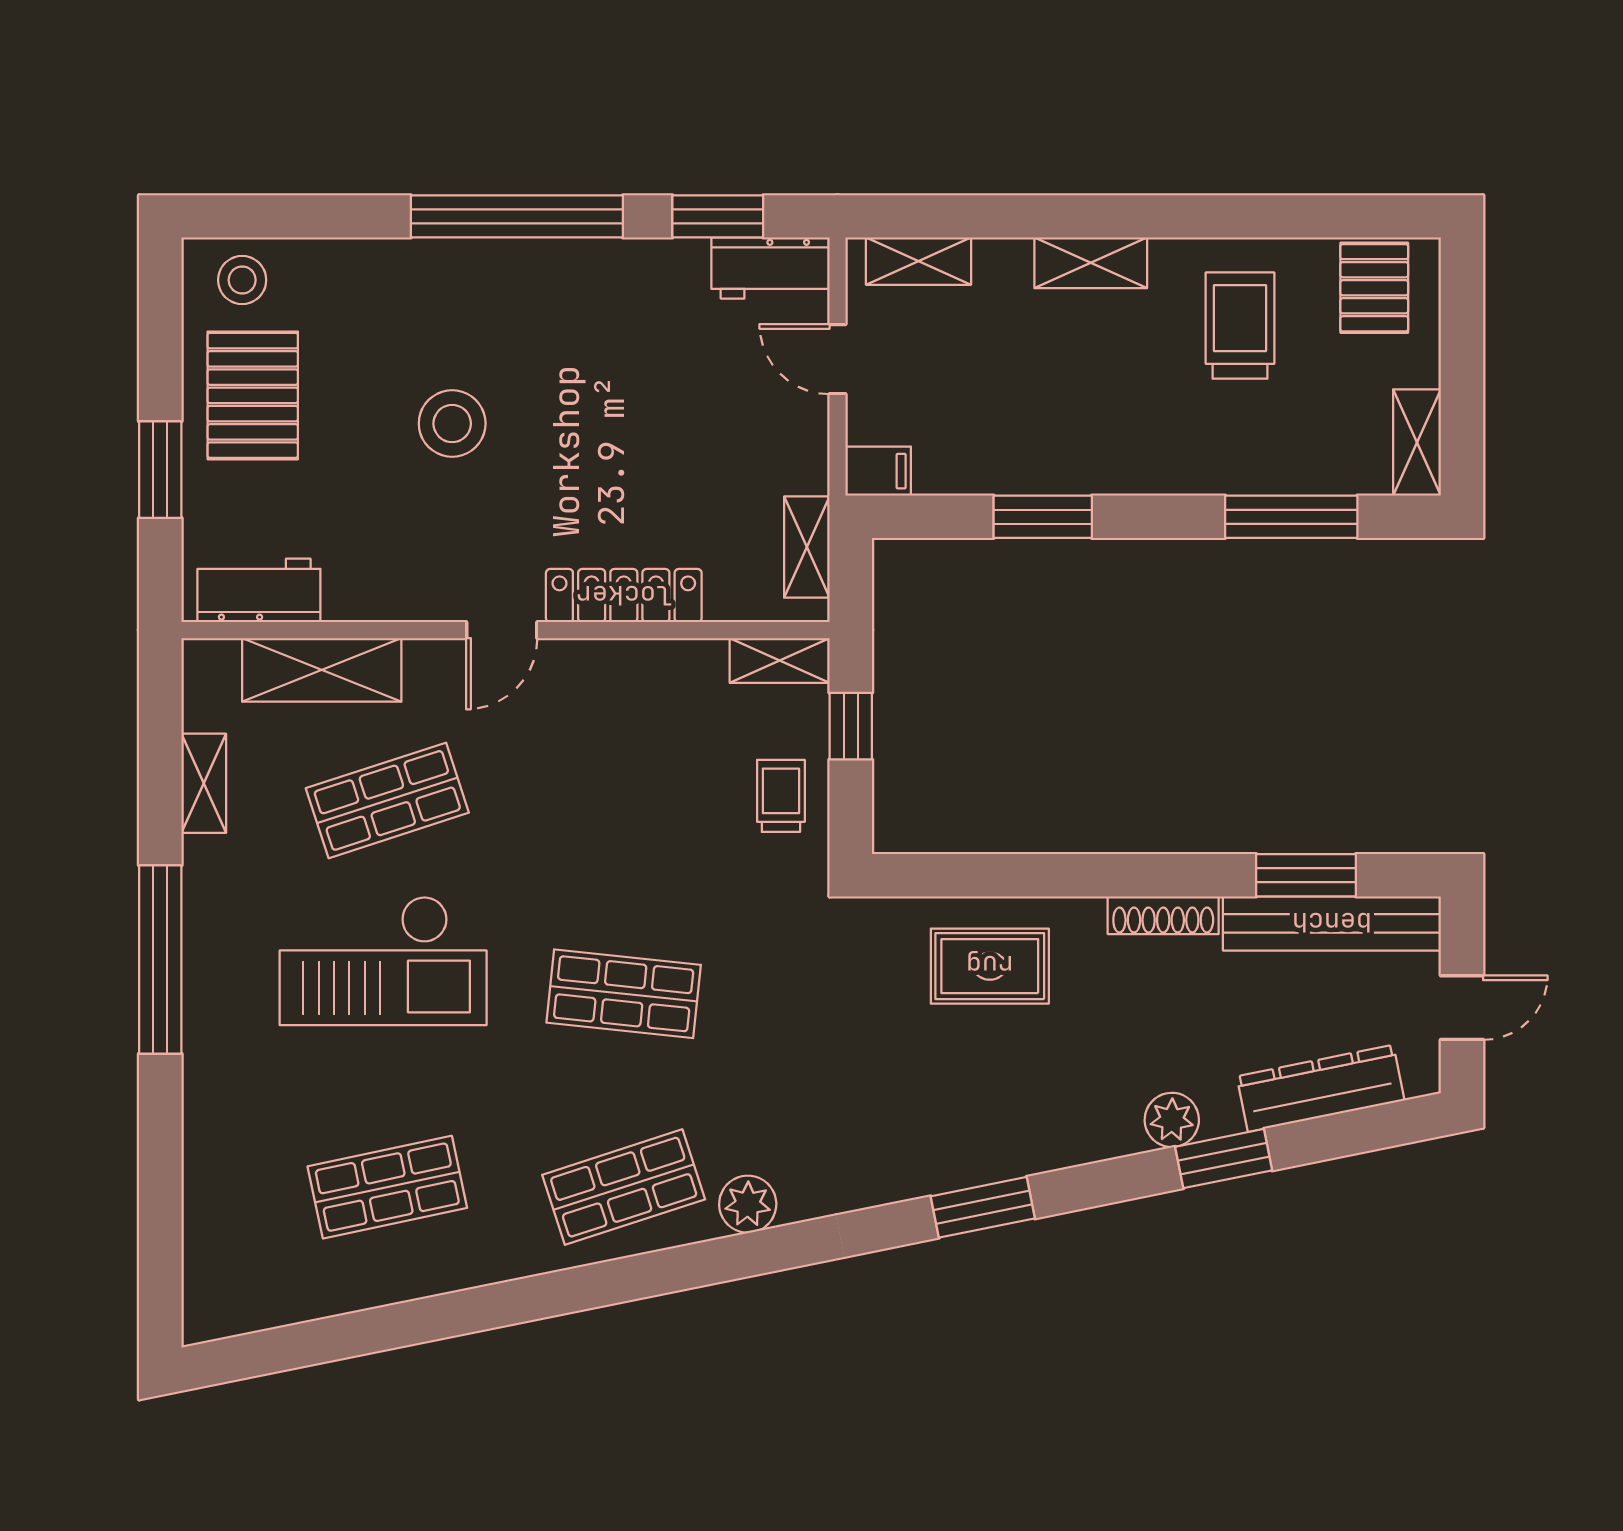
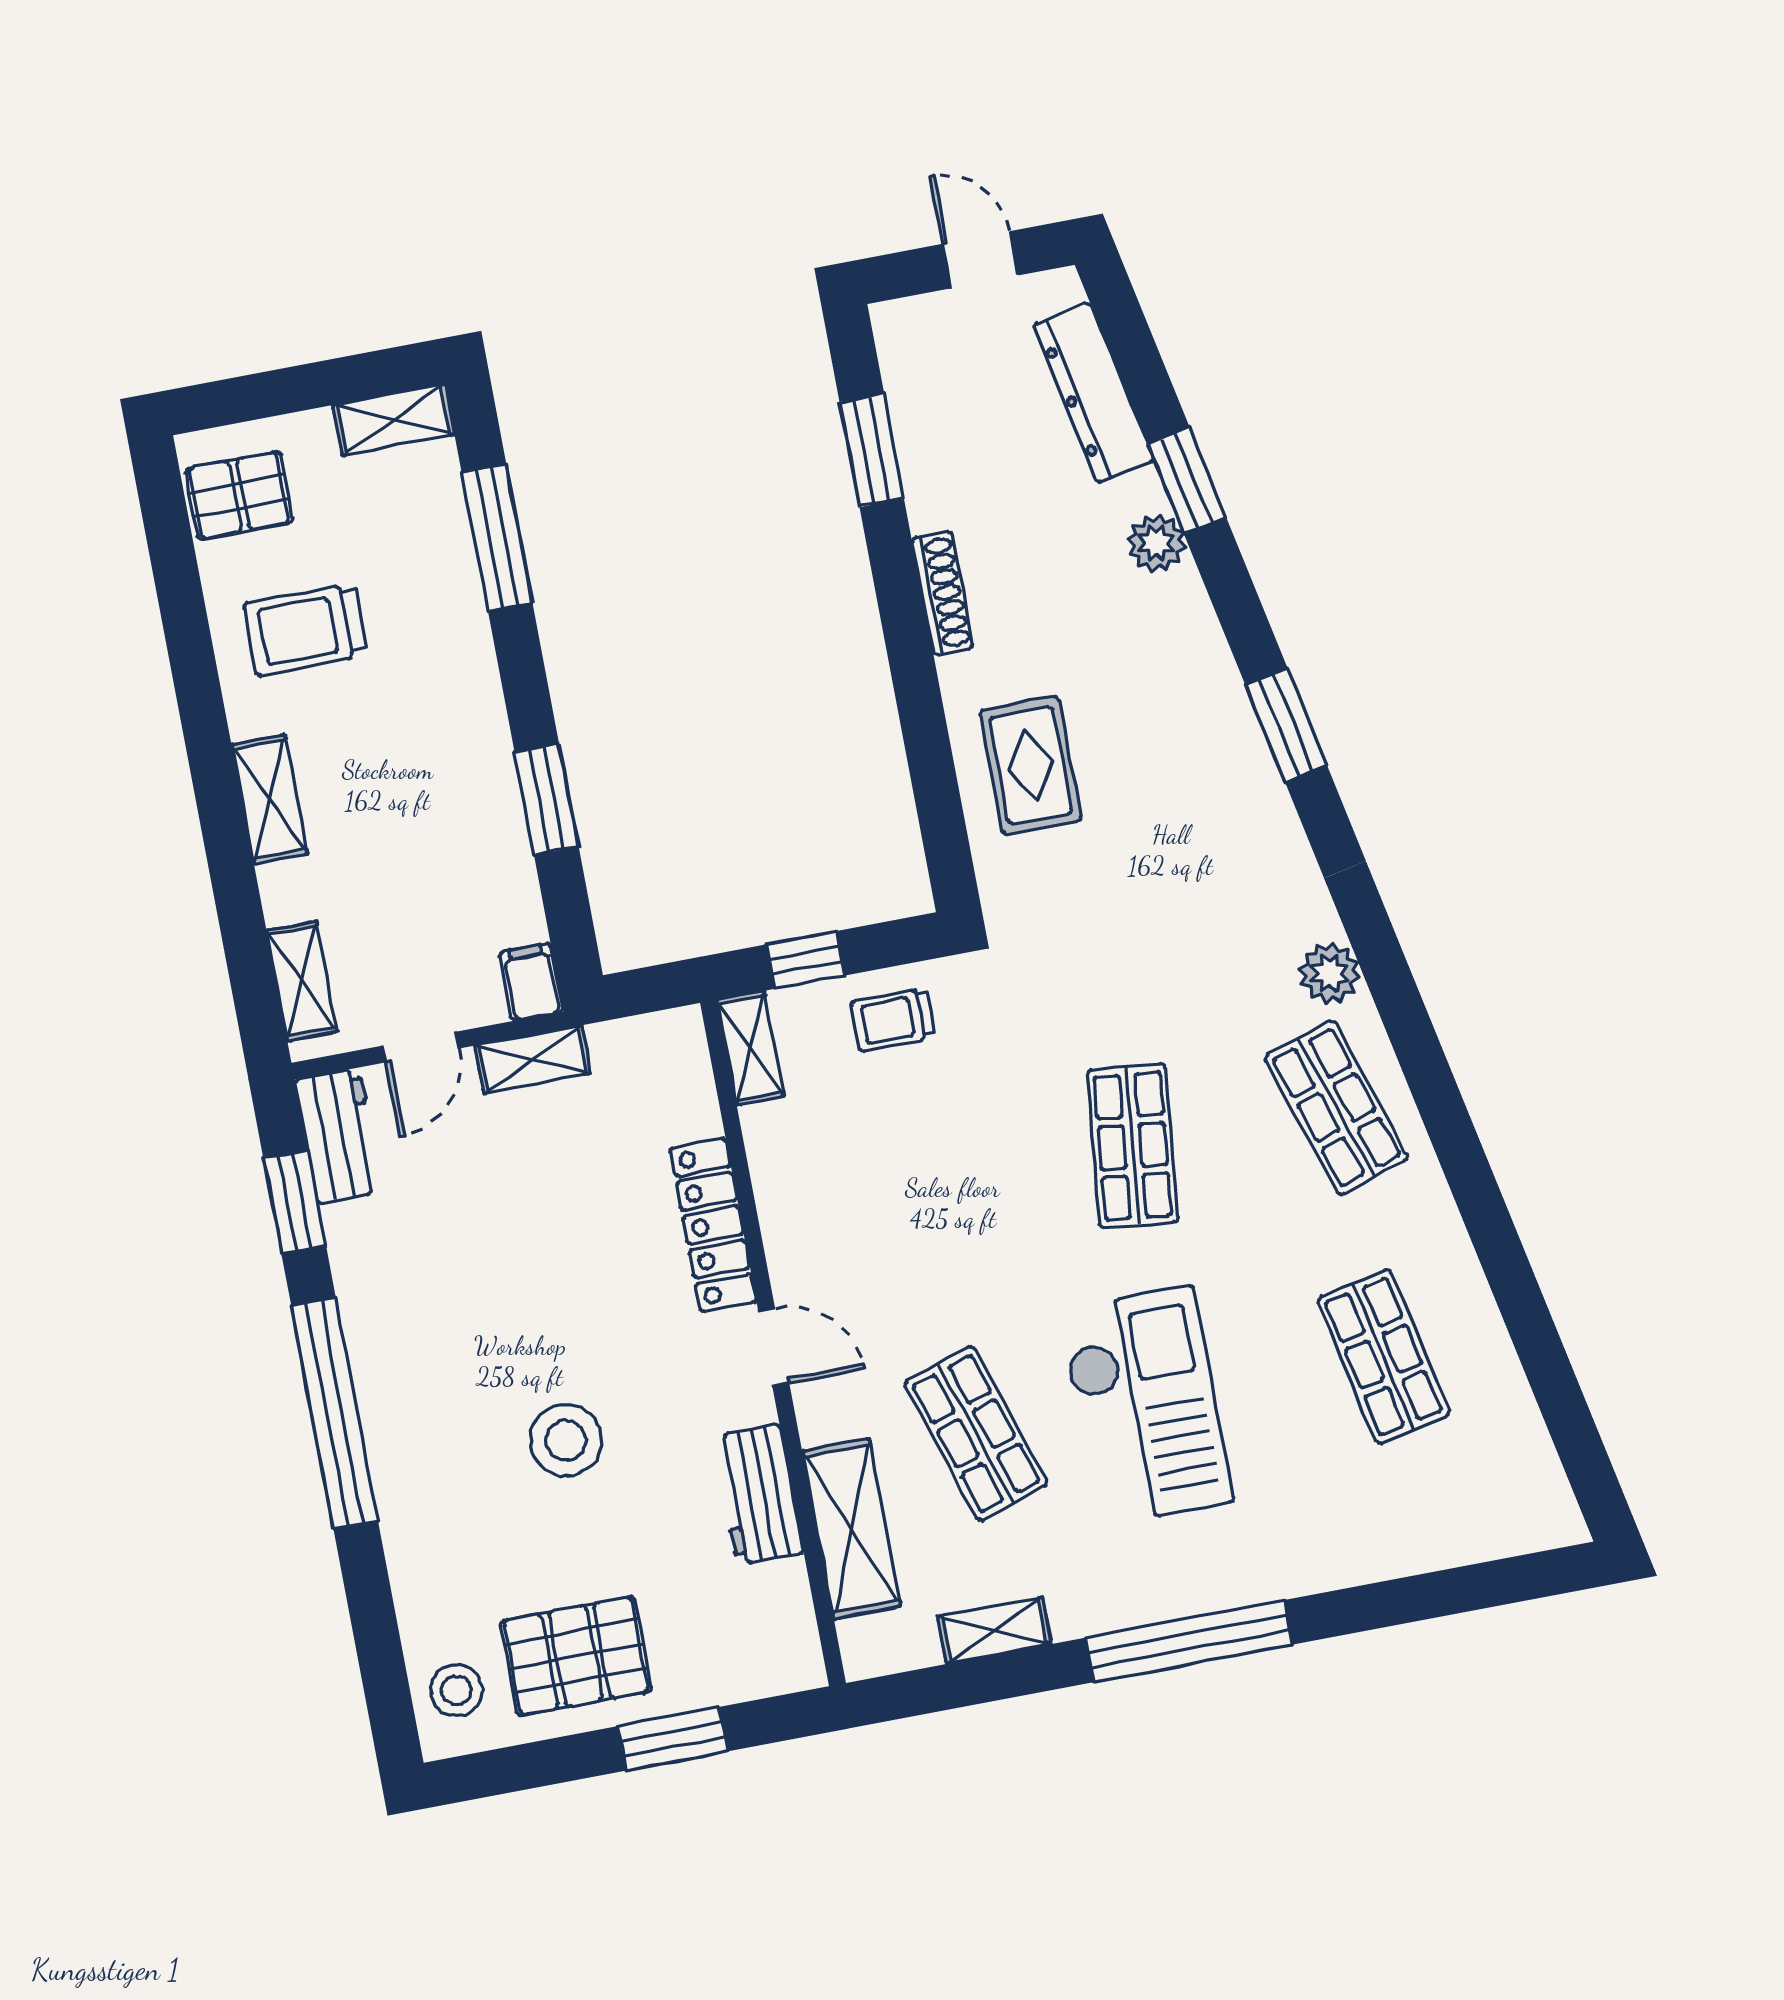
shelving: (807, 547) -> (533, 1059), moved
workbench: (259, 590) -> (758, 1495), moved
bench: (1332, 923) -> (917, 414), removed

